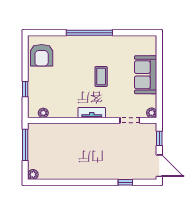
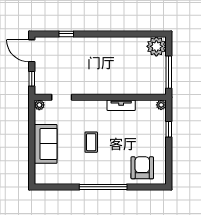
armchair: (42, 55) -> (142, 168), moved
plant: (43, 113) -> (161, 105), moved
tv unit: (92, 113) -> (121, 105), moved
plant: (33, 174) -> (156, 46), width x1.88, depth x1.88

